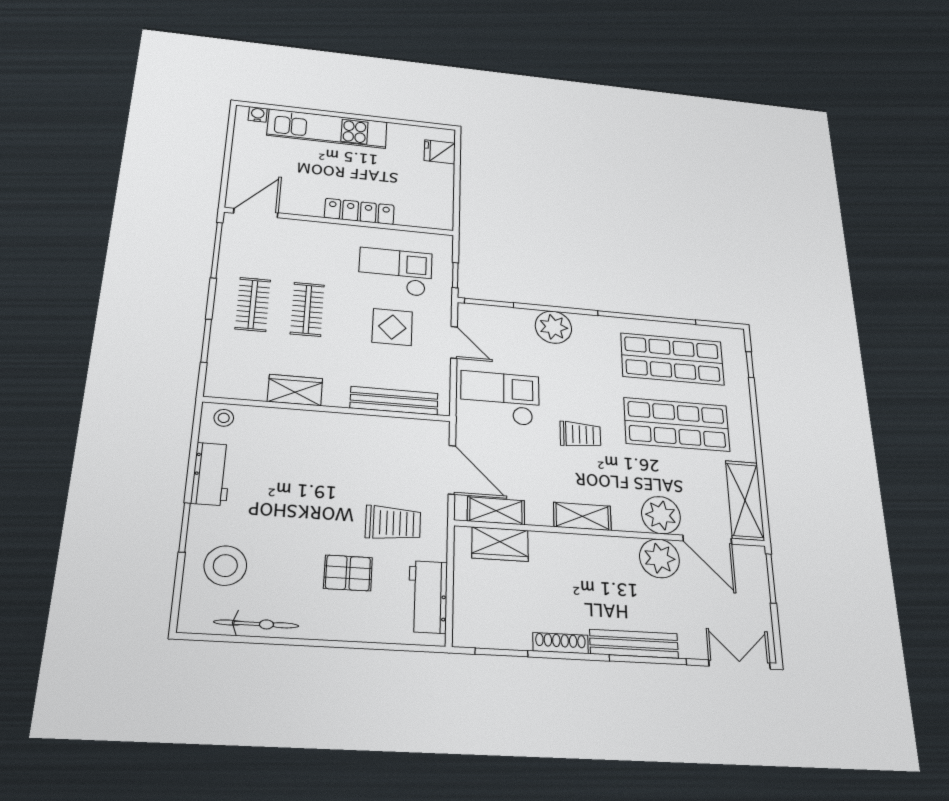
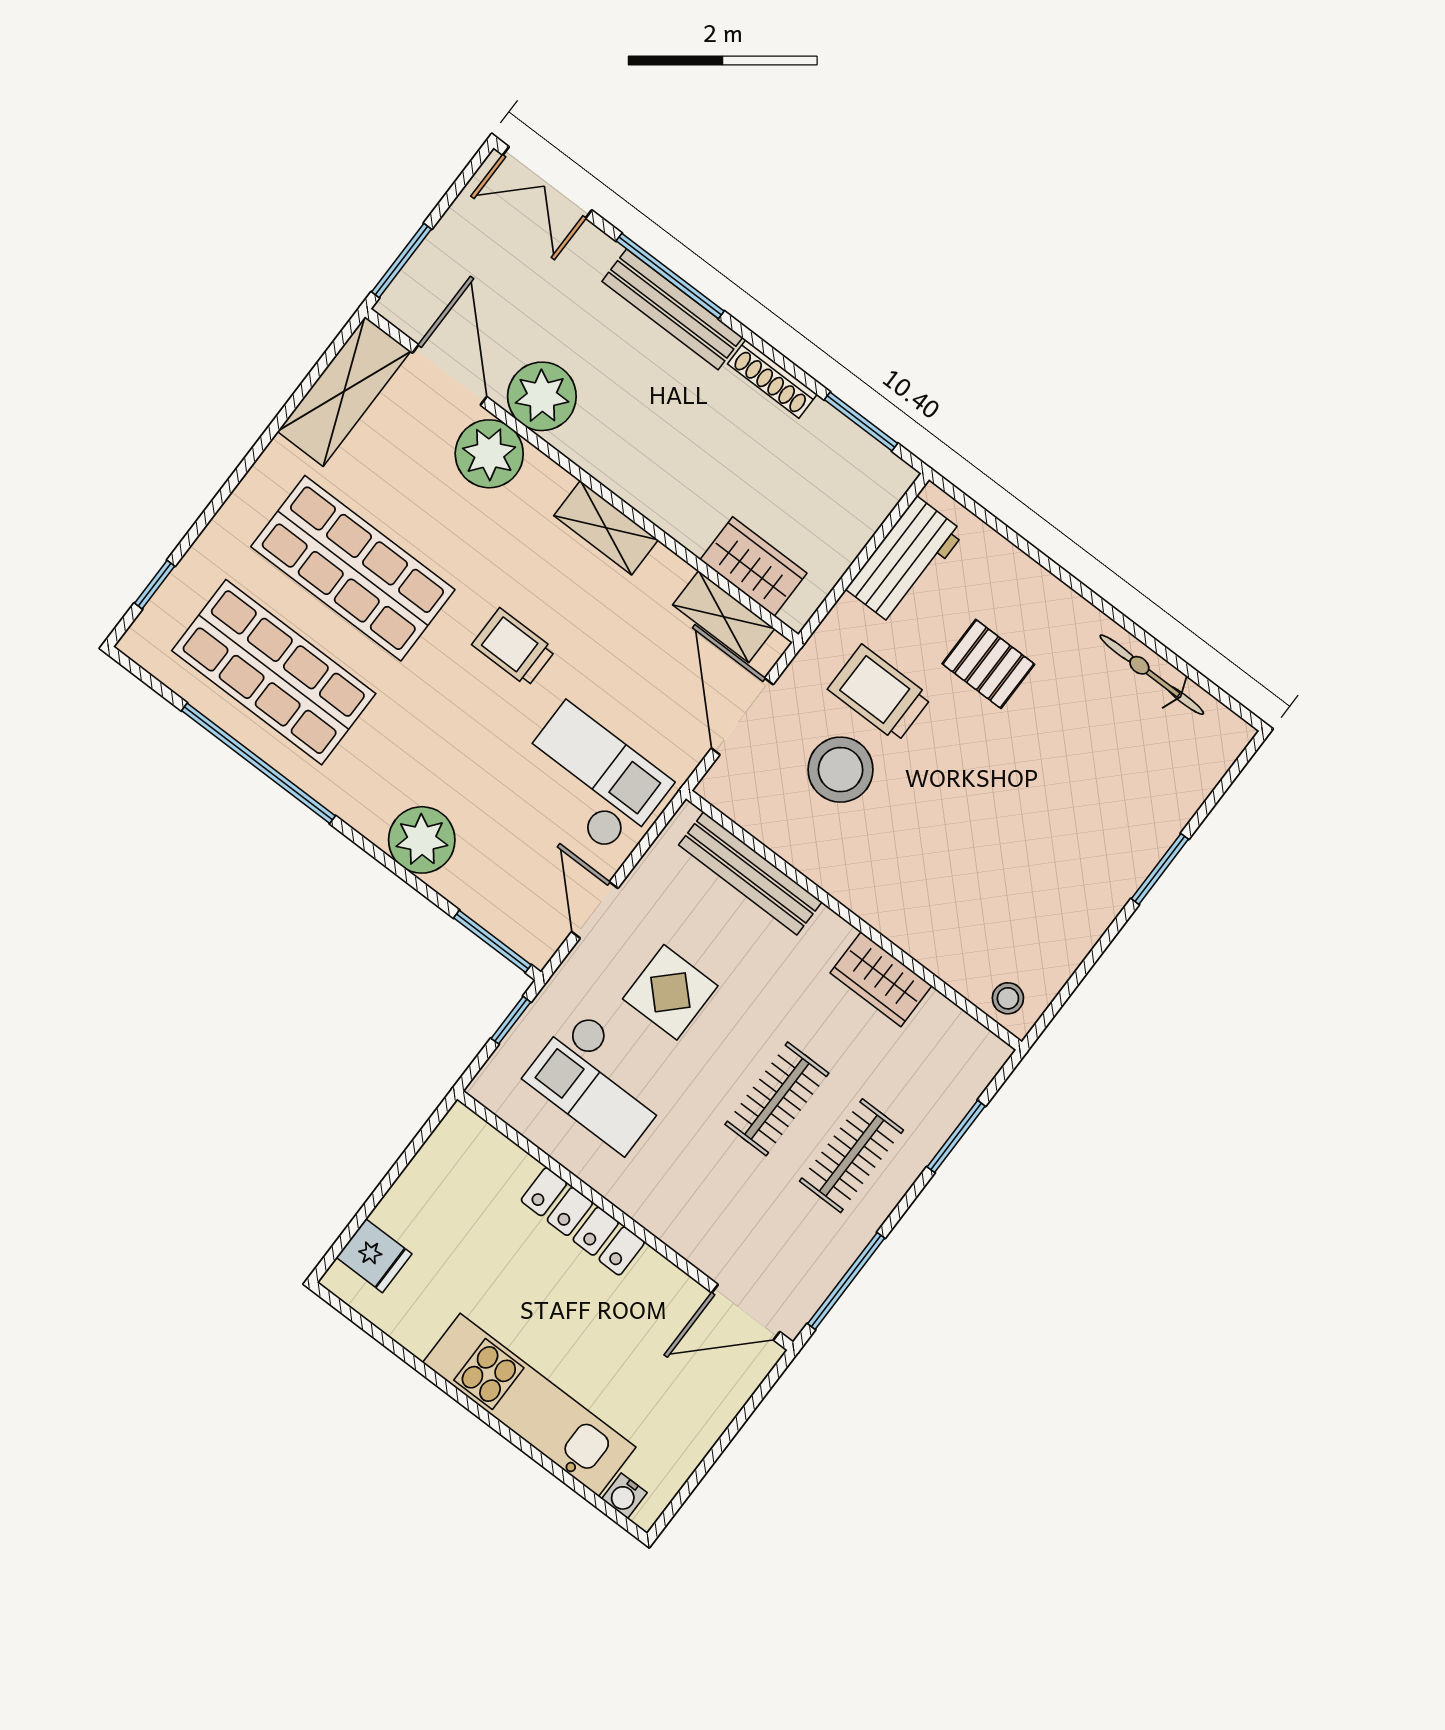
checkout: (500, 398) -> (591, 779), turned 180
workbench: (211, 474) -> (1077, 924), removed
stool: (225, 566) -> (841, 770), moved

